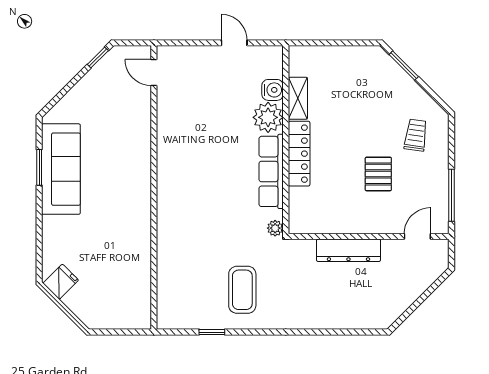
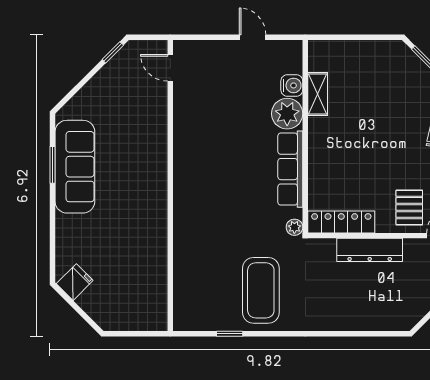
locker: (299, 154) -> (341, 222), moved, turned -90
pallet: (378, 174) -> (409, 207), moved
coffee table: (242, 290) -> (261, 290), width x1.36, depth x1.32

